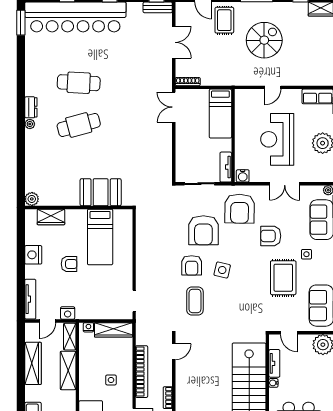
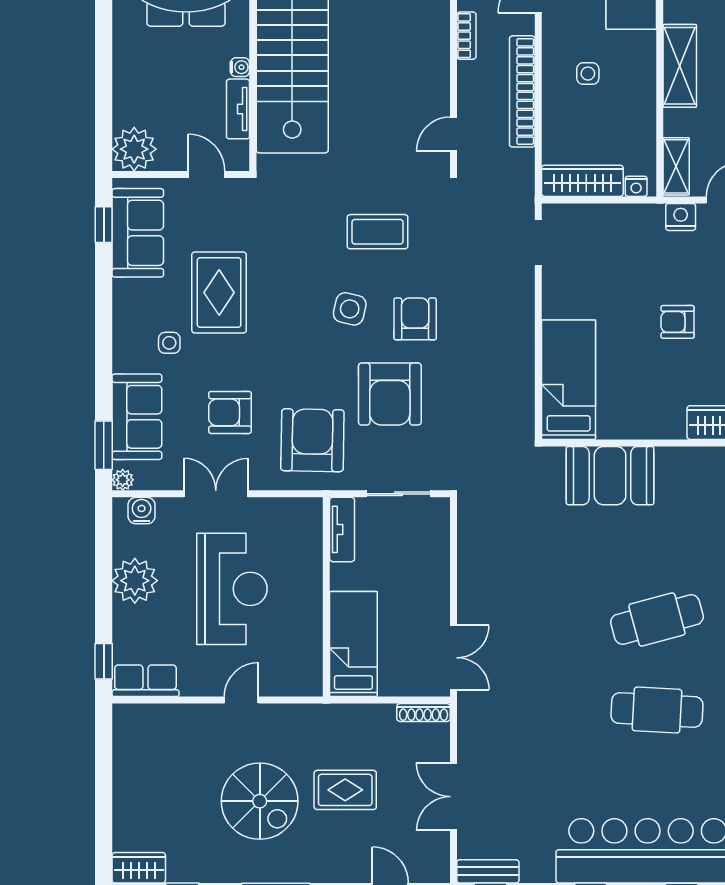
rug: (224, 20) -> (345, 790), moved, turned 90
spiral stairs: (264, 40) -> (260, 801), turned -90
water cooler: (243, 176) -> (142, 511), moved
armchair: (203, 230) -> (390, 394), turned 180
armchair: (271, 236) -> (230, 412), moved, turned 180
bed: (100, 237) -> (569, 380), moved
coffee table: (195, 301) -> (377, 232), moved, turned 90
shelving: (68, 370) -> (680, 66), moved

